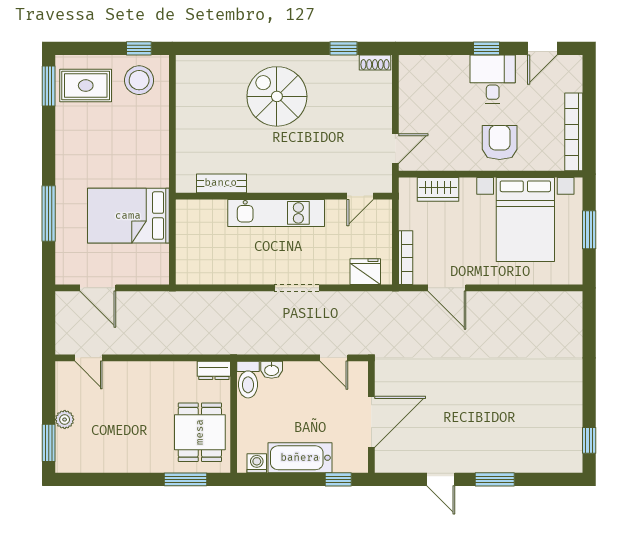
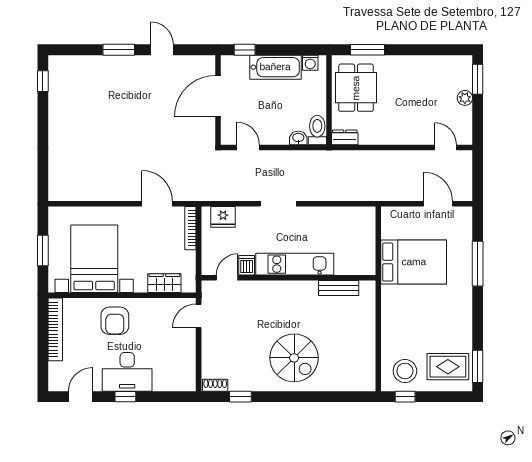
desk: (493, 79) -> (127, 372), width x1.37
dishwasher: (336, 212) -> (247, 265), added

